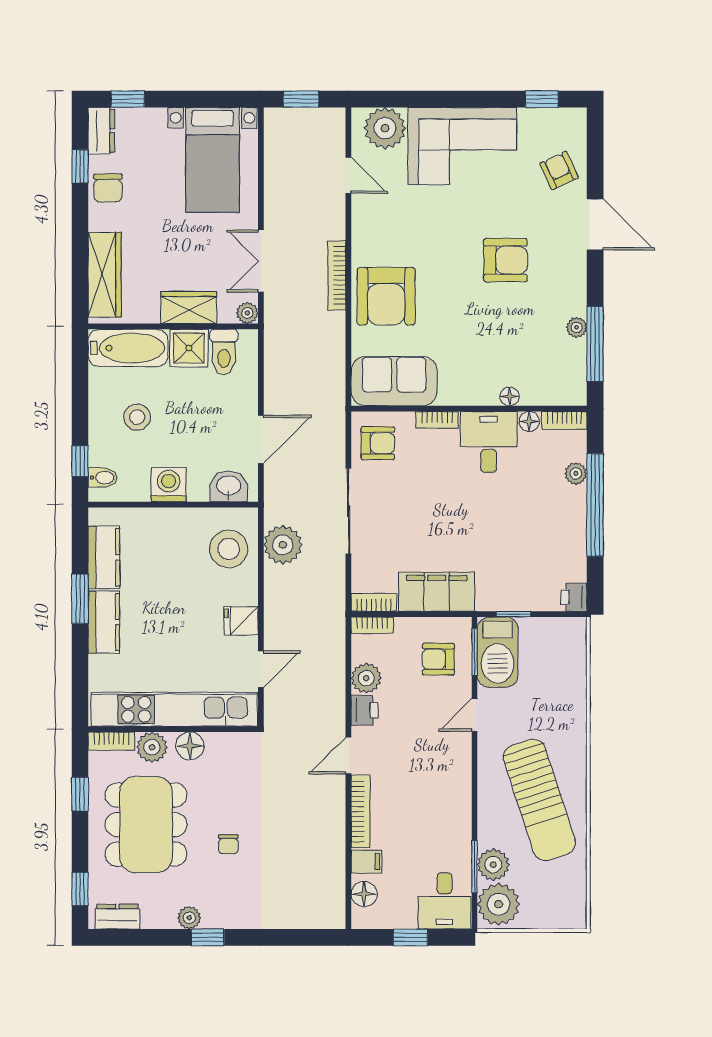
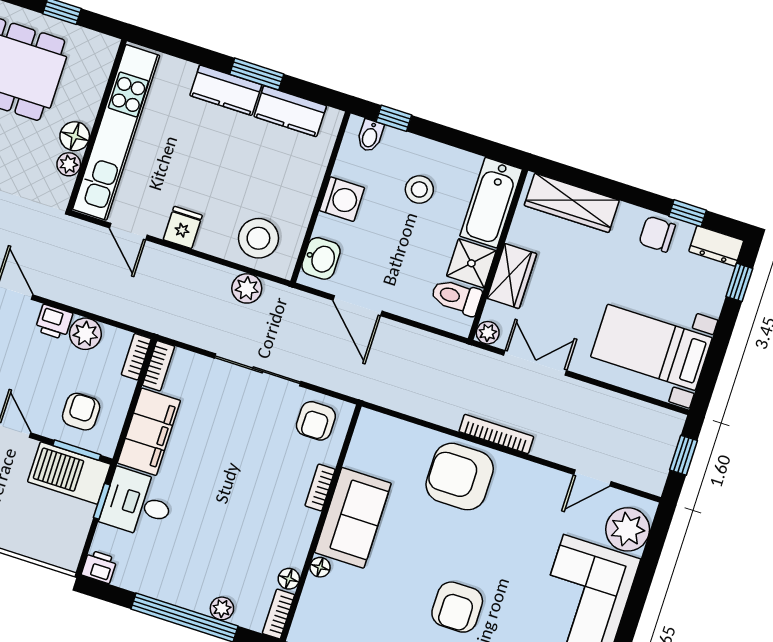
sofa: (394, 381) -> (353, 518), moved
desk: (489, 442) -> (138, 503), moved, turned 180
plant: (283, 545) -> (247, 288), width x0.73, depth x0.73
bookcase: (111, 741) -> (105, 59), removed
plant: (152, 747) -> (69, 164), moved, width x0.73, depth x0.73

